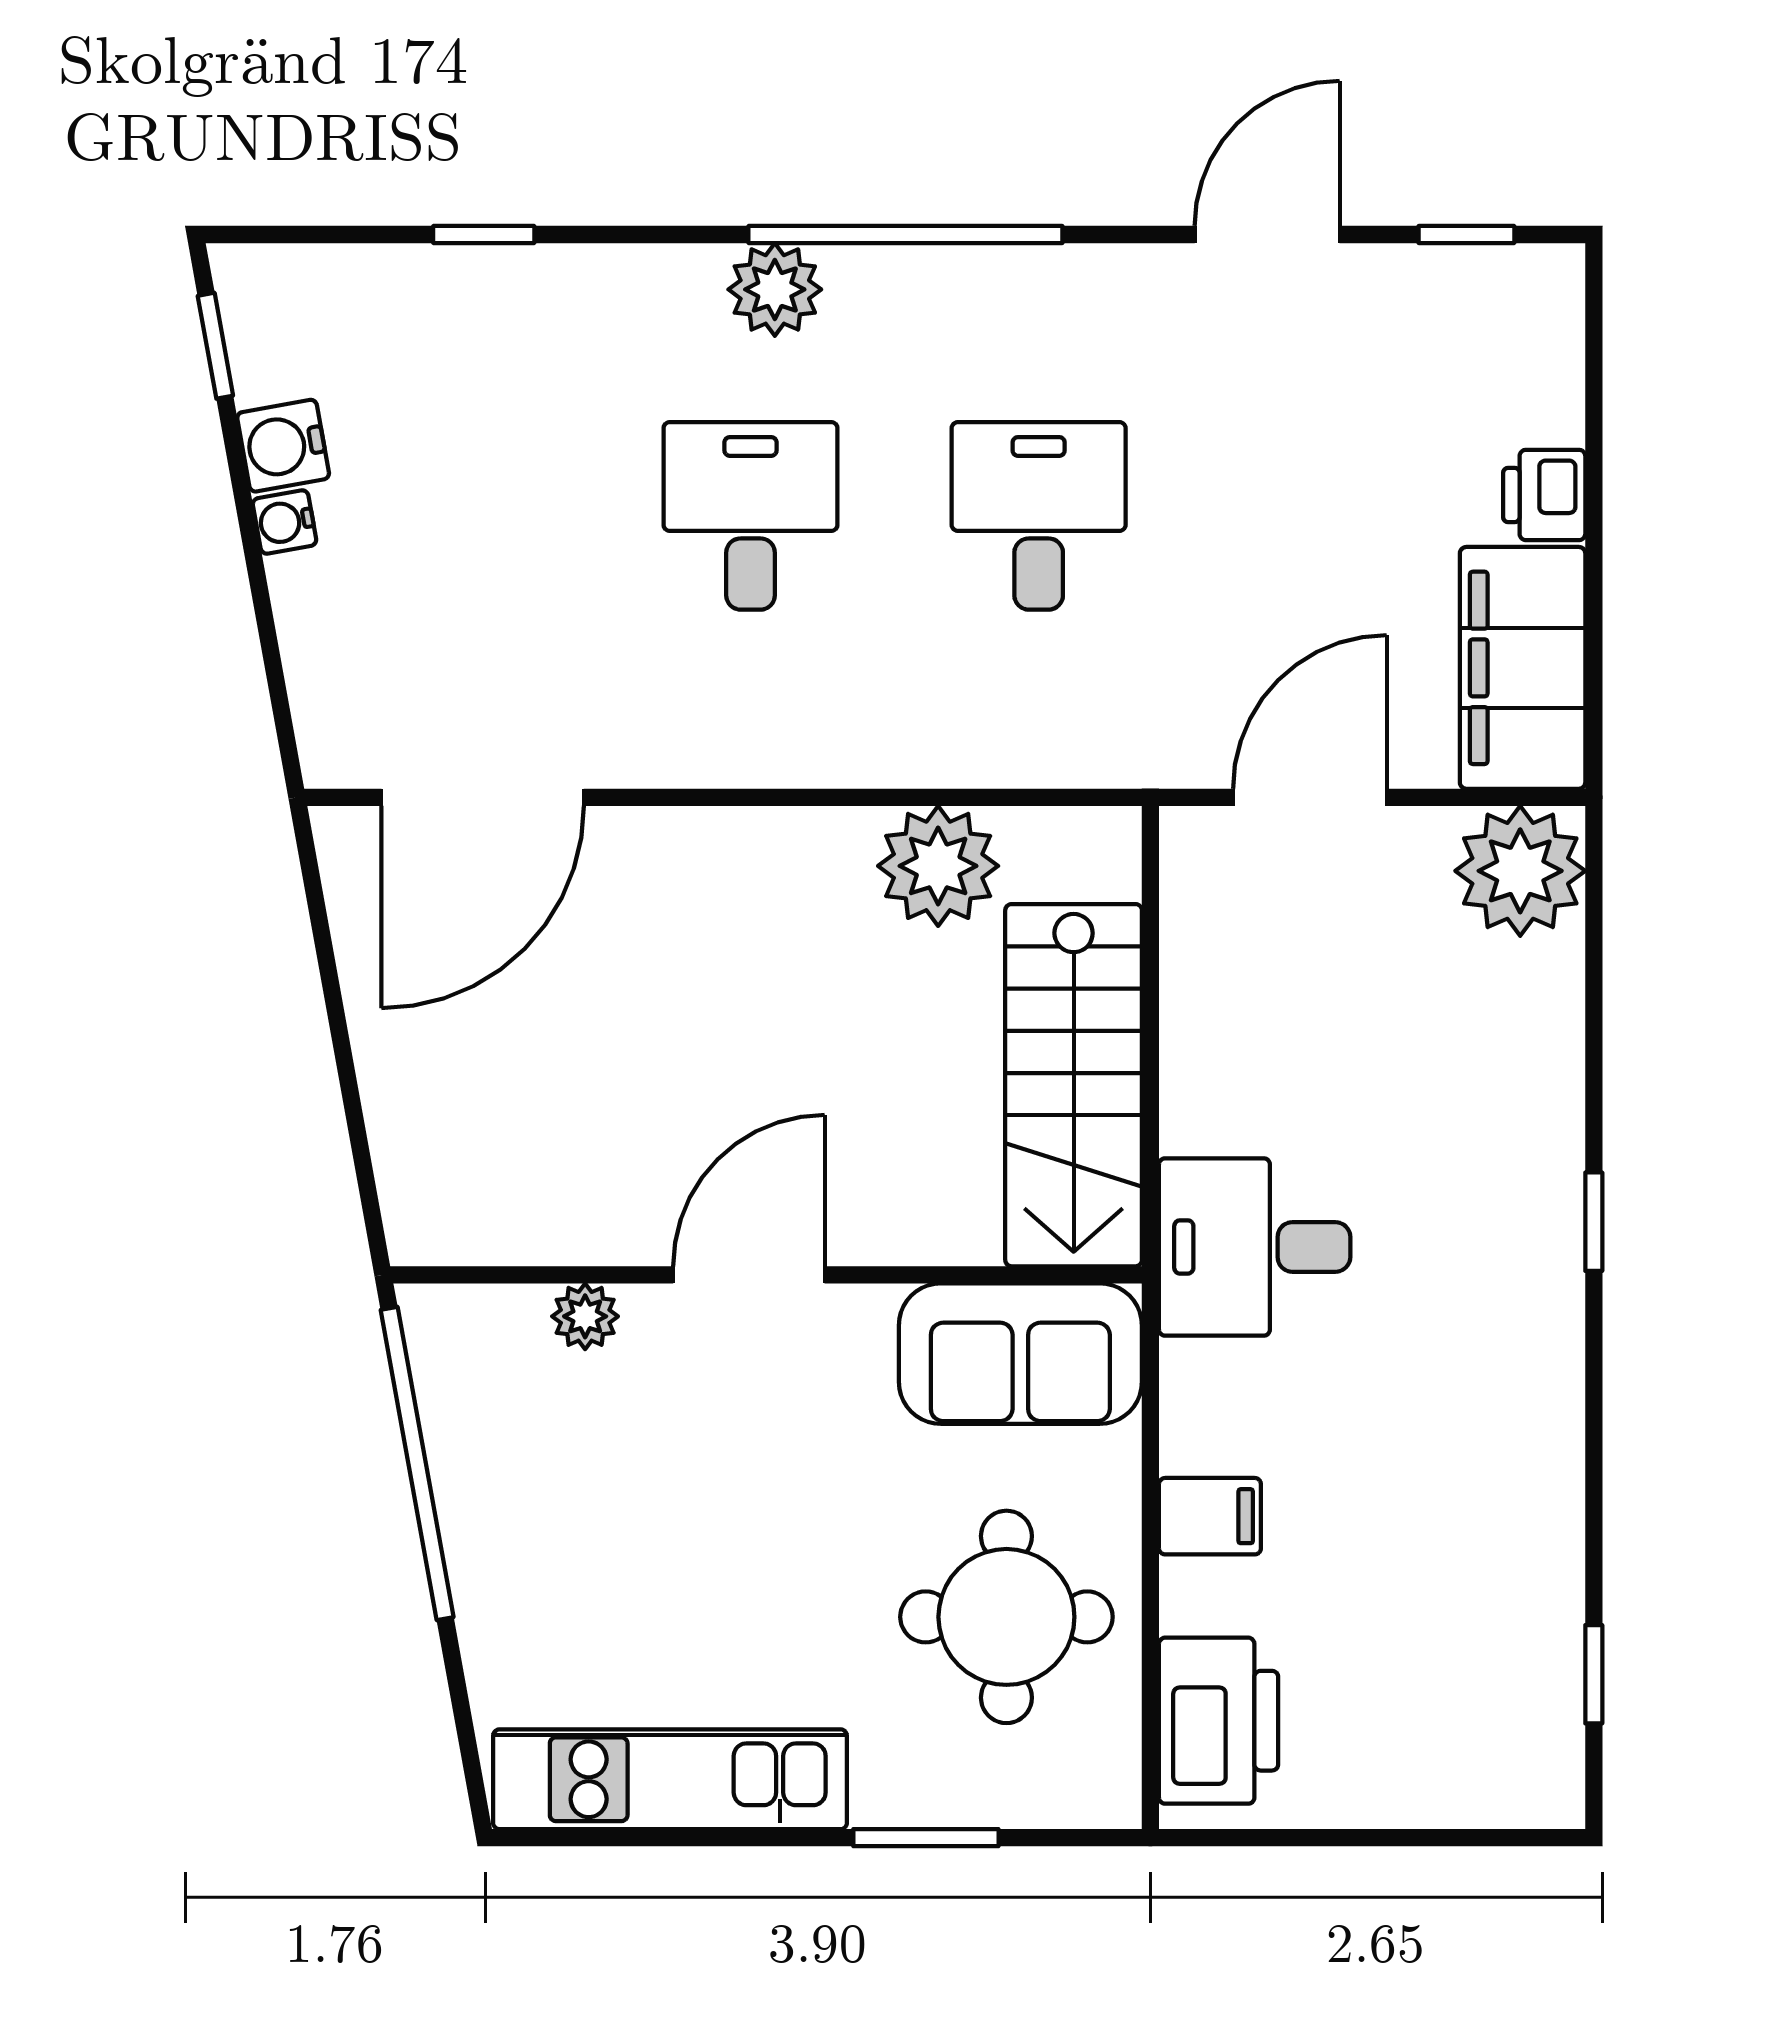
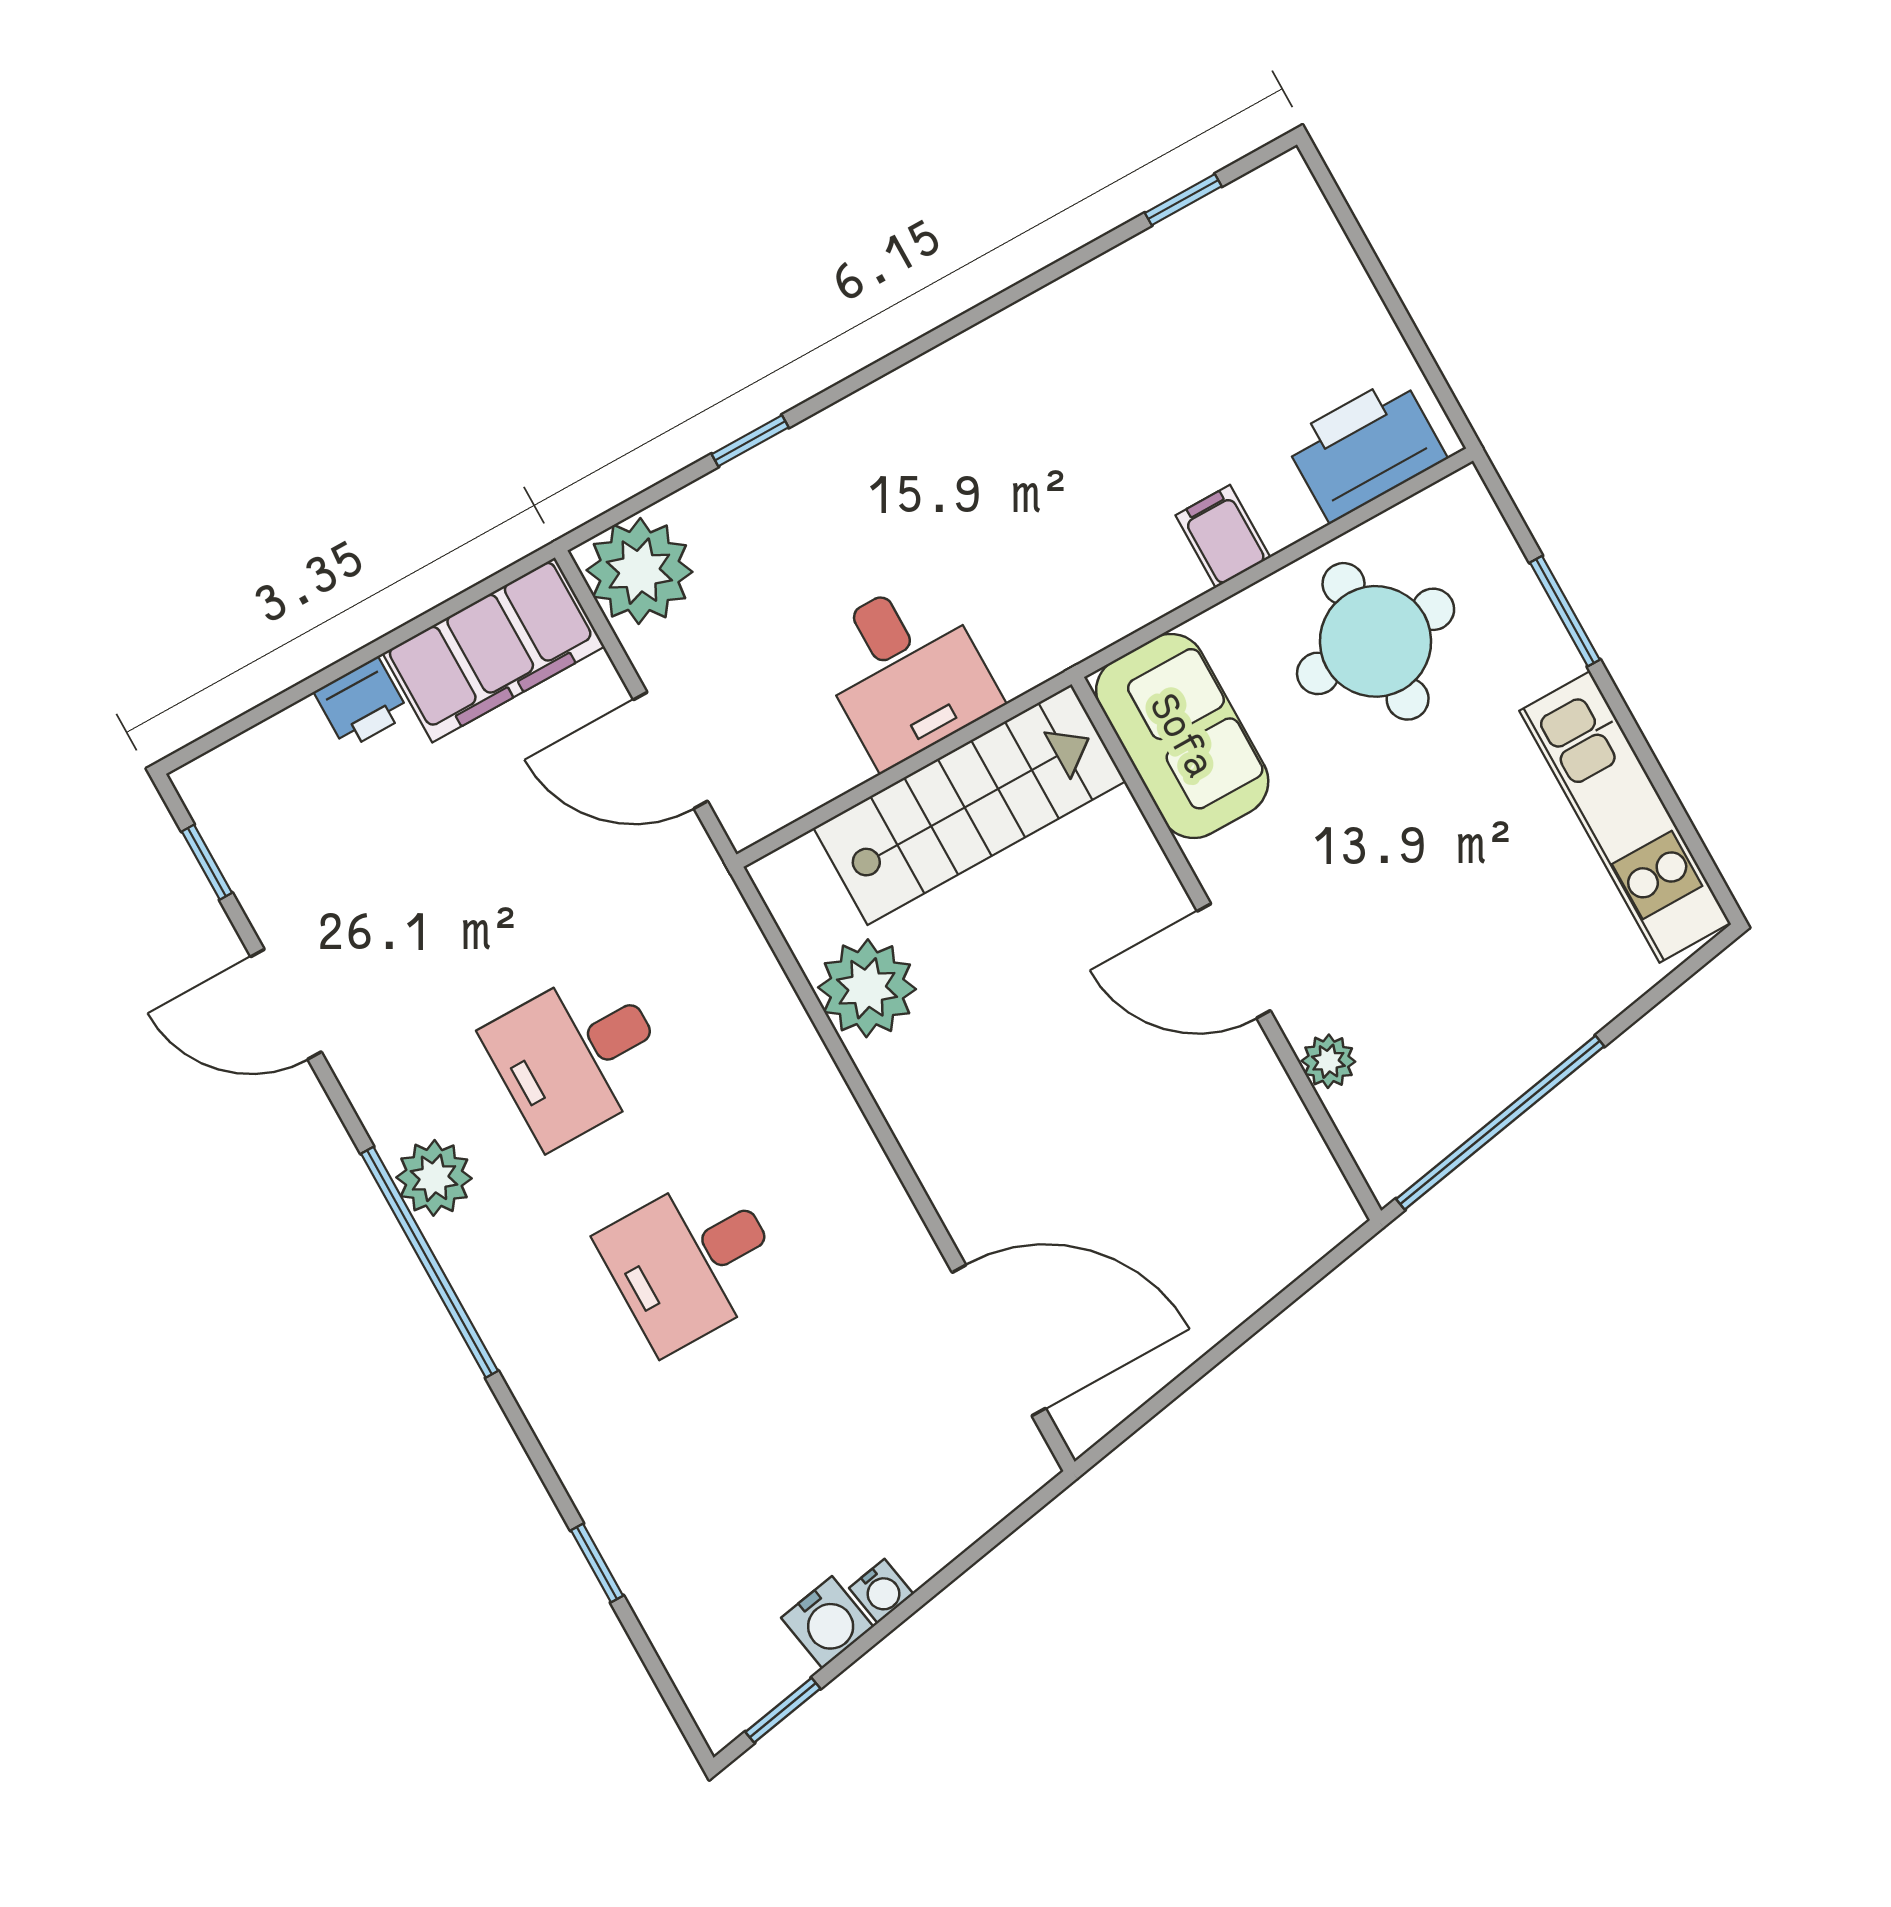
plant: (775, 289) -> (434, 1178), moved
window: (1594, 1222) -> (750, 441), moved
desk: (1255, 1247) -> (905, 671), moved

